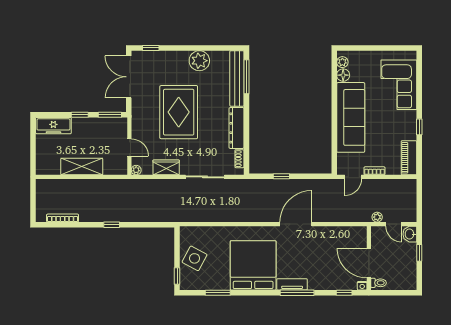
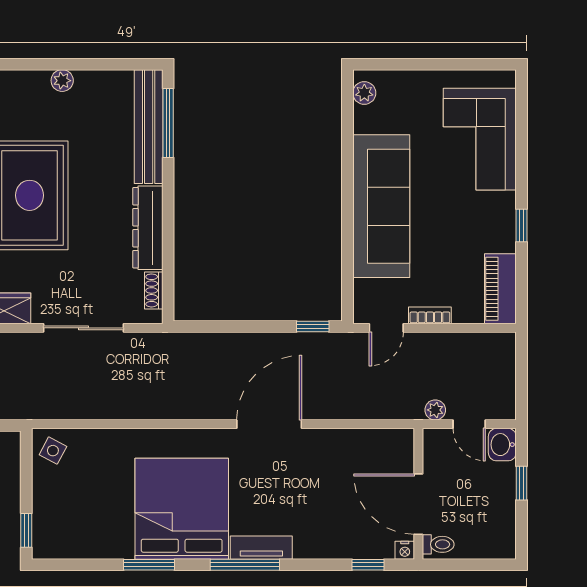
plant: (199, 61) -> (62, 81), width x0.53, depth x0.53
floor lamp: (343, 75) -> (366, 120), removed
window: (281, 176) -> (313, 326), moved
side table: (195, 258) -> (53, 451), moved, width x0.54, depth x0.54
window: (218, 293) -> (149, 565), moved
window: (297, 293) -> (245, 565), moved

